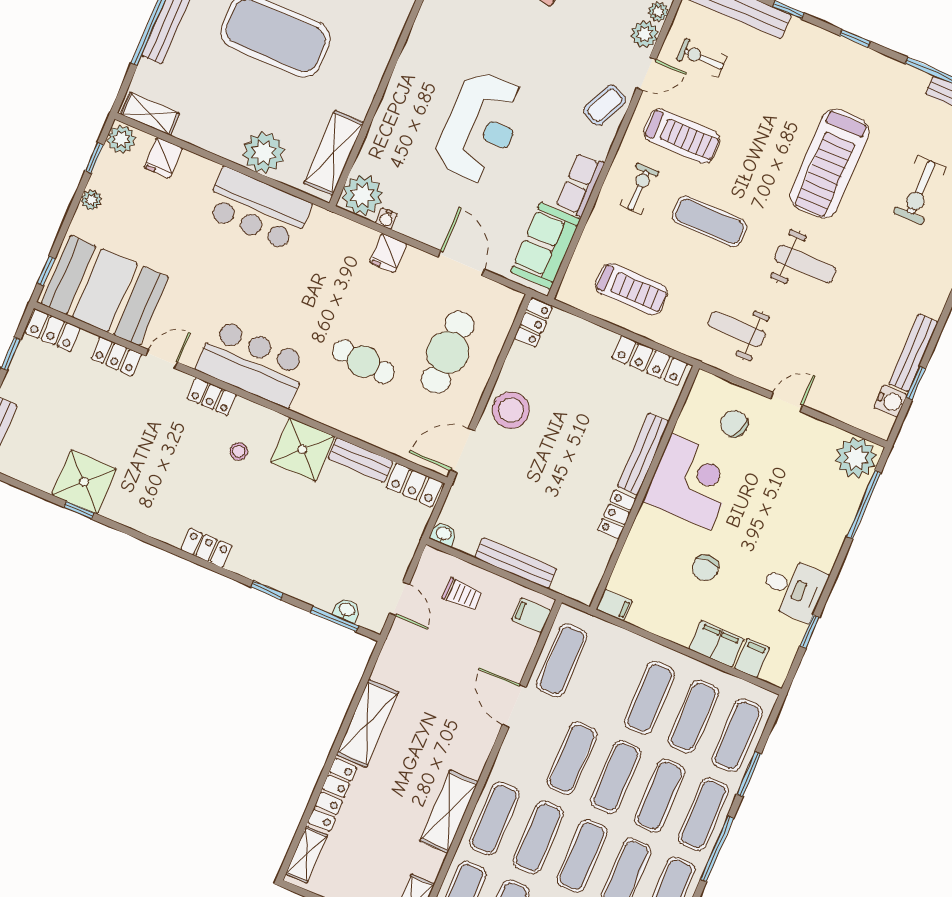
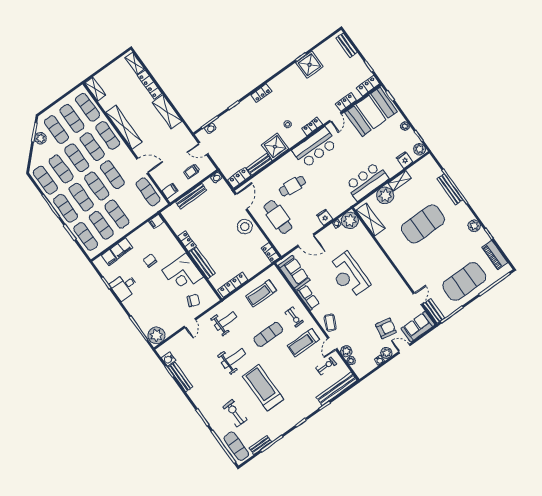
shelving: (150, 114) -> (400, 181), moved
weight bench: (805, 264) -> (233, 358), turned 180
shelving: (449, 812) -> (124, 127), width x1.47

